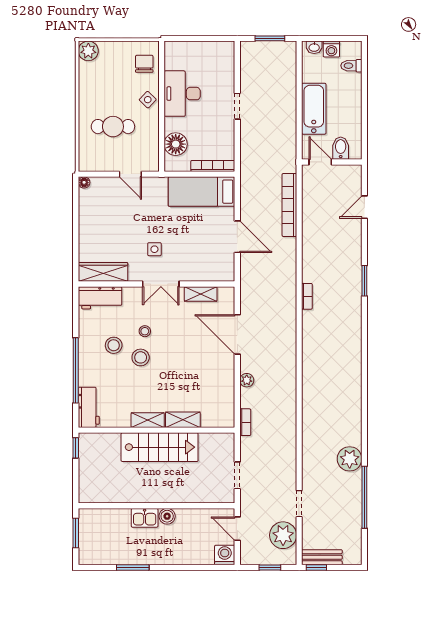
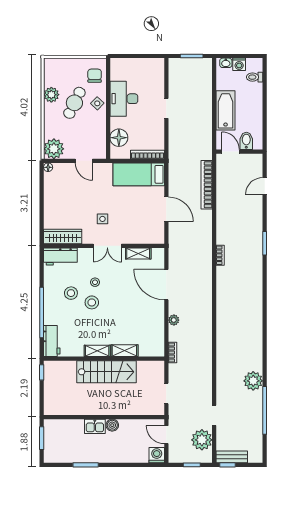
plant: (88, 51) -> (51, 95), moved
cafe table: (113, 127) -> (74, 103), moved, turned -64
plant: (91, 158) -> (54, 149), added

